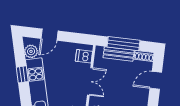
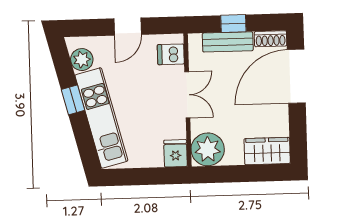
door: (50, 35) -> (128, 27), moved
window: (124, 44) -> (233, 23), width x0.46
door: (156, 80) -> (296, 76), width x1.88

